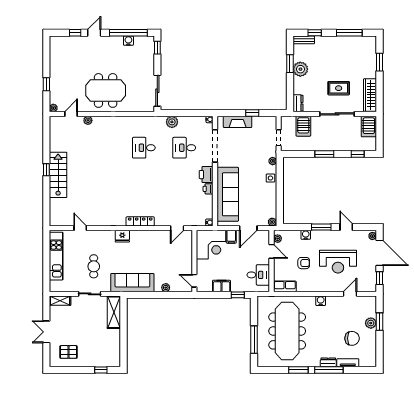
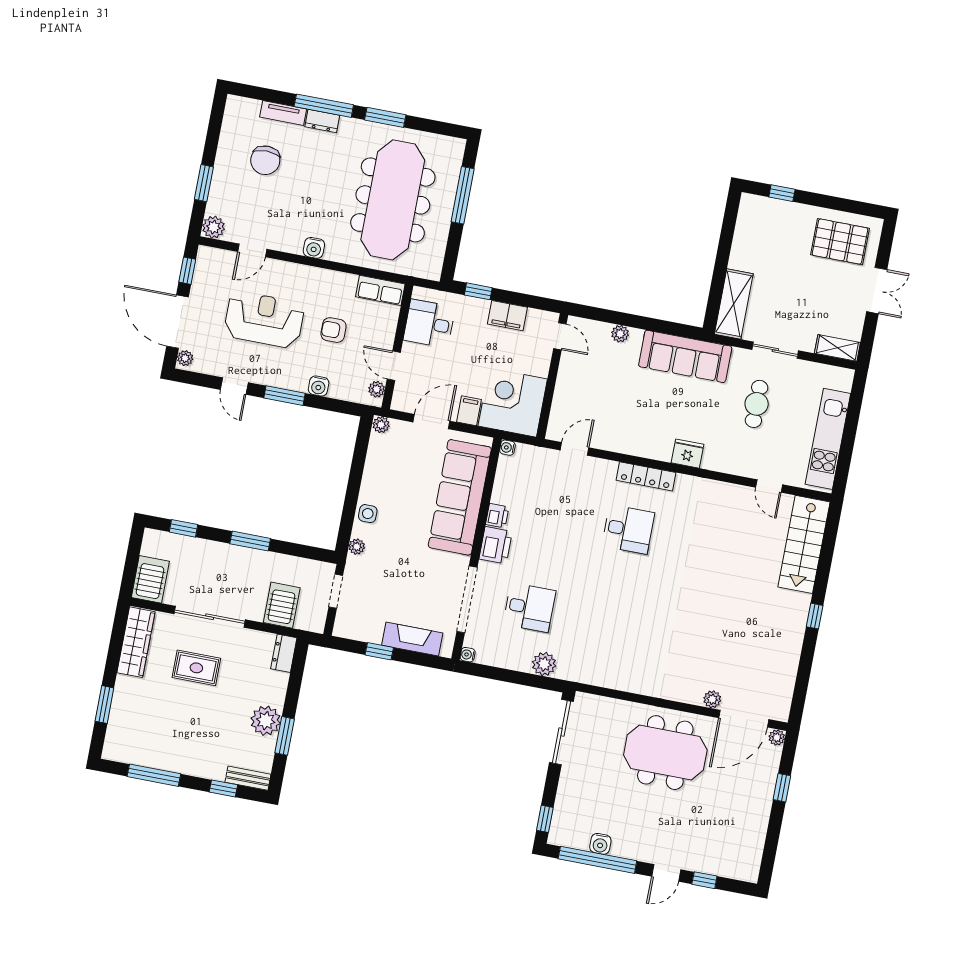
door: (71, 114) -> (744, 719), width x1.87
desk: (144, 148) -> (628, 529), moved
stairs: (58, 175) -> (804, 544), moved
plant: (371, 323) -> (214, 227), moved
chair: (352, 338) -> (265, 160), turned -89
pallet: (69, 352) -> (840, 242), width x1.50, depth x1.42

